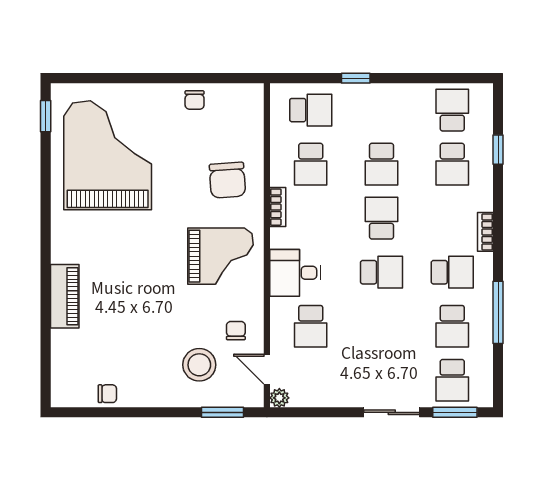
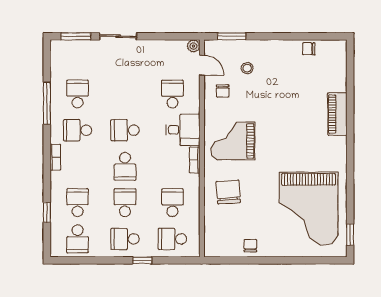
bookcase: (278, 207) -> (195, 160), moved
stool: (199, 365) -> (247, 68), width x0.53, depth x0.53
school desk: (452, 380) -> (125, 239), moved, turned -90

